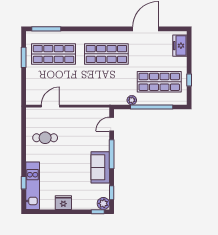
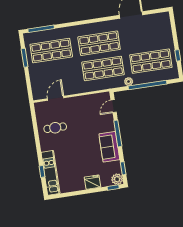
freezer: (180, 46) -> (165, 25), removed
shop shelf: (106, 82) -> (103, 68), added
fridge: (63, 203) -> (92, 182), moved

